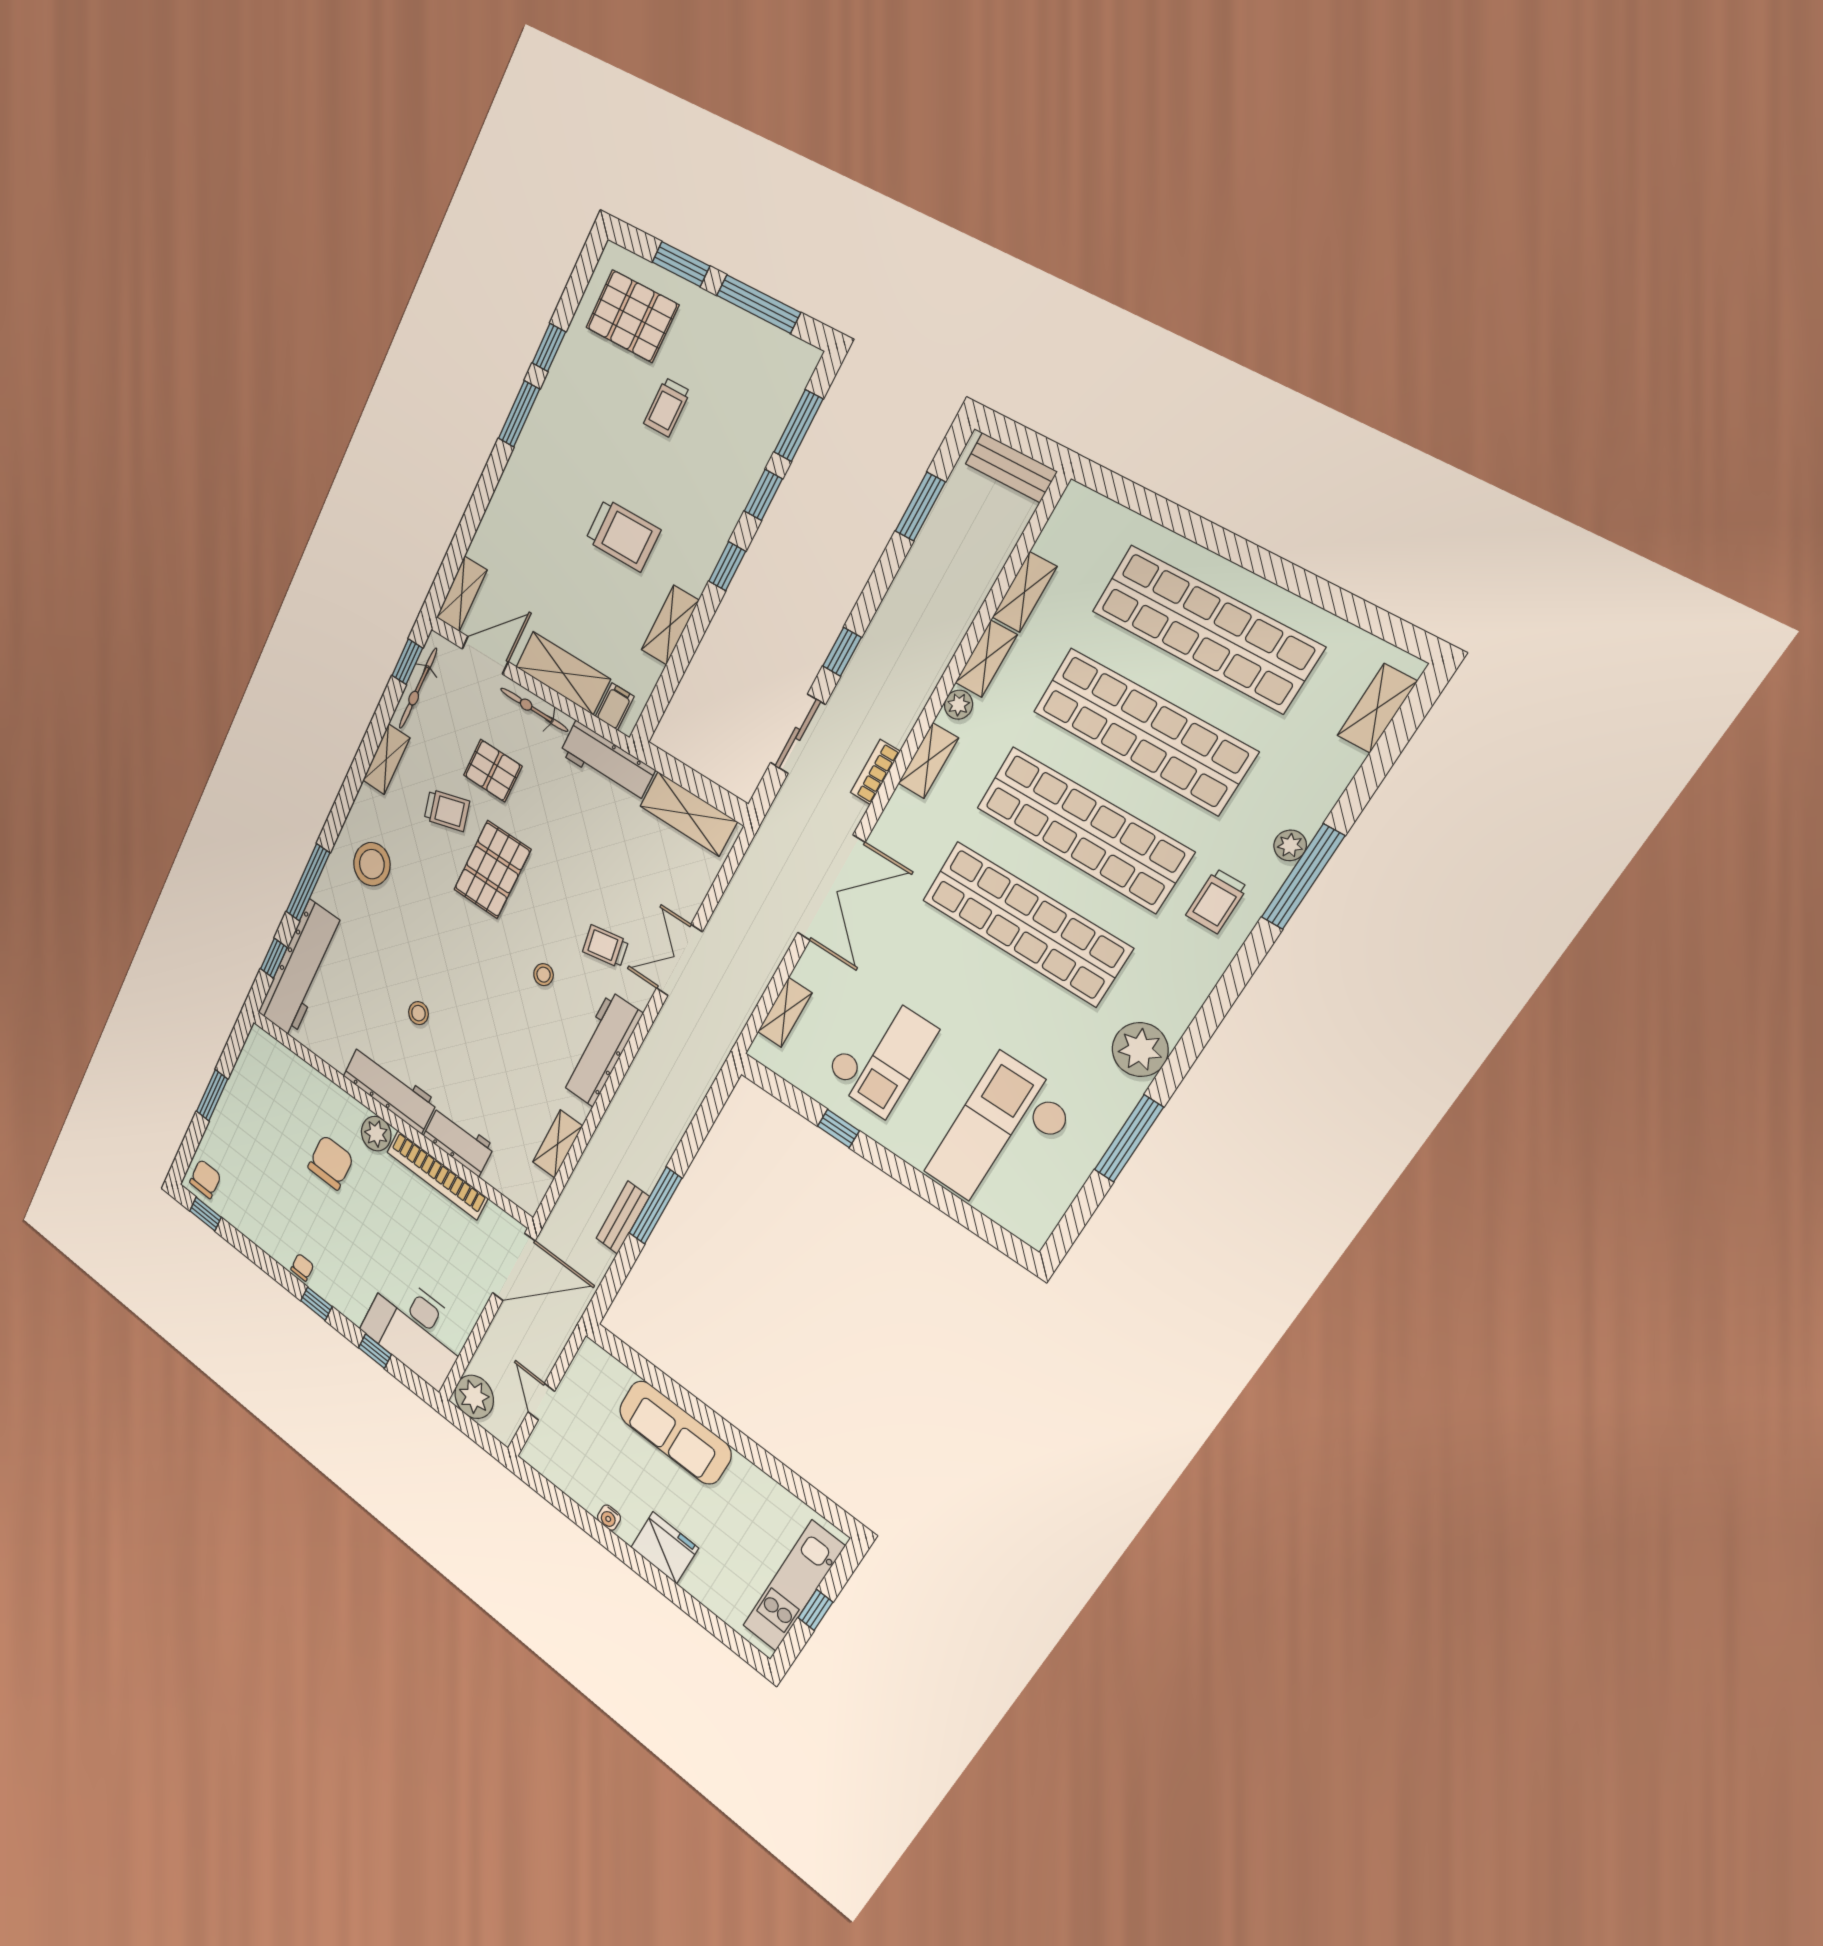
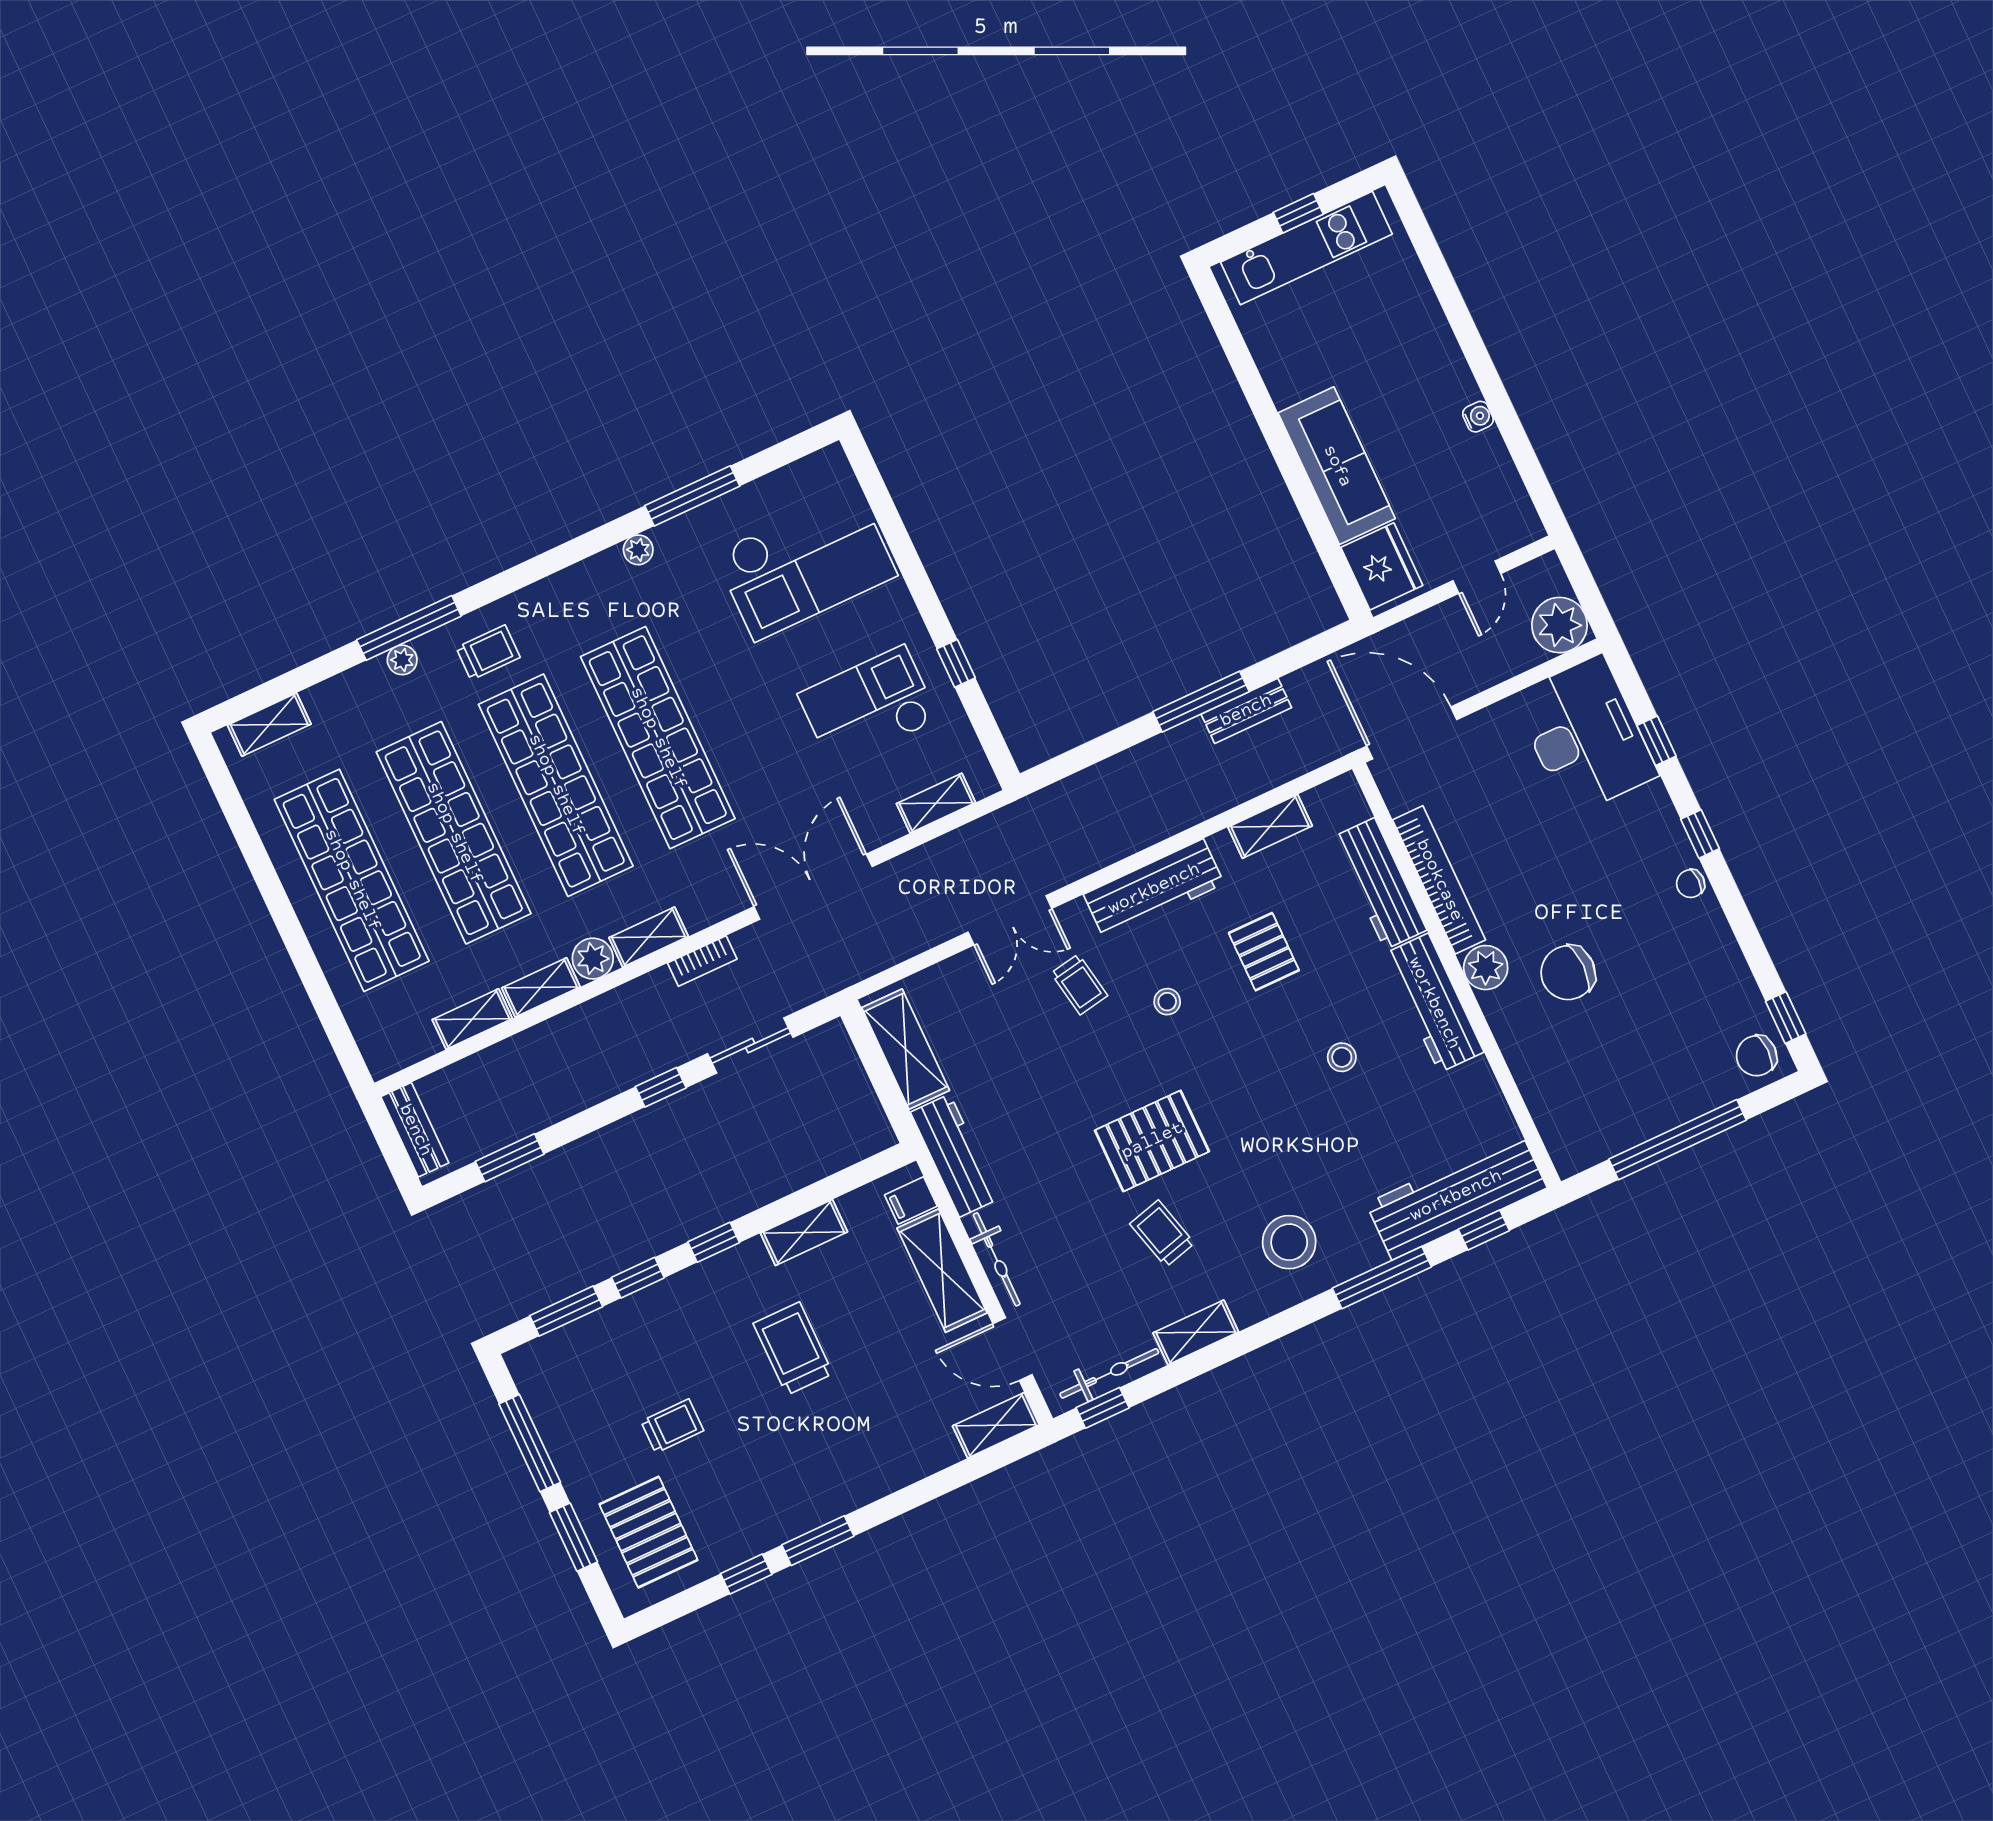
plant: (959, 705) -> (593, 959), width x1.38, depth x1.38
pallet: (493, 771) -> (1264, 952), moved
plant: (1140, 1050) -> (638, 550), width x0.53, depth x0.53
window: (212, 1095) -> (1678, 1140), width x2.11
workbench: (459, 1141) -> (1380, 884), width x1.38
fridge: (665, 1548) -> (1382, 566), moved, turned 180

